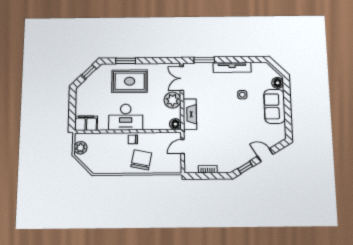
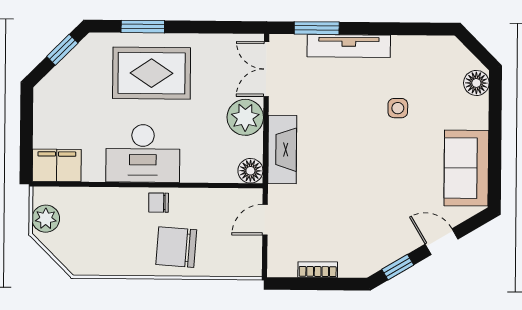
tv unit: (232, 67) -> (349, 46), moved
sofa: (274, 106) -> (466, 168), moved
chair: (141, 160) -> (176, 247), turned -97

